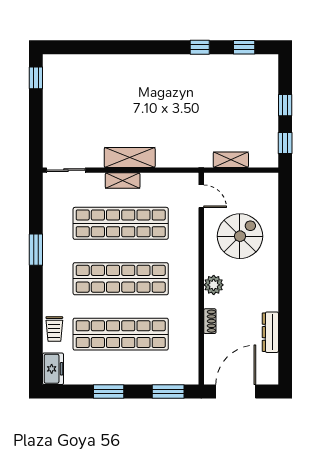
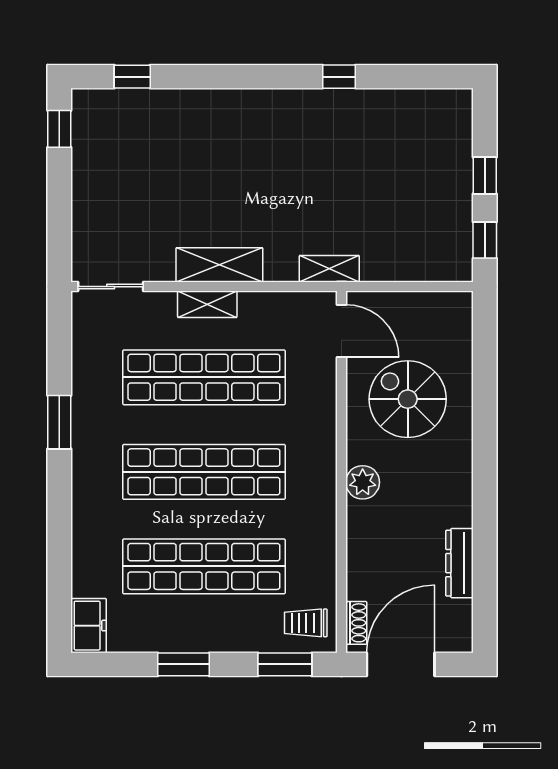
window: (244, 47) -> (132, 77), moved
shelving: (231, 160) -> (329, 269), moved
door: (201, 196) -> (341, 331), width x1.38
spiral stairs: (240, 236) -> (408, 399), turned -90
shoe rack: (210, 321) -> (356, 623), moved
trolley: (54, 329) -> (306, 623), moved, turned 90

